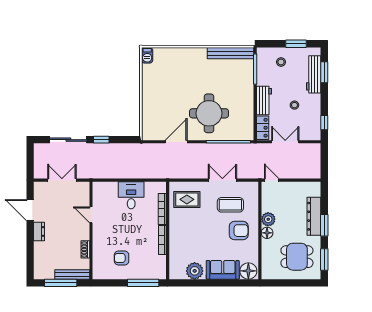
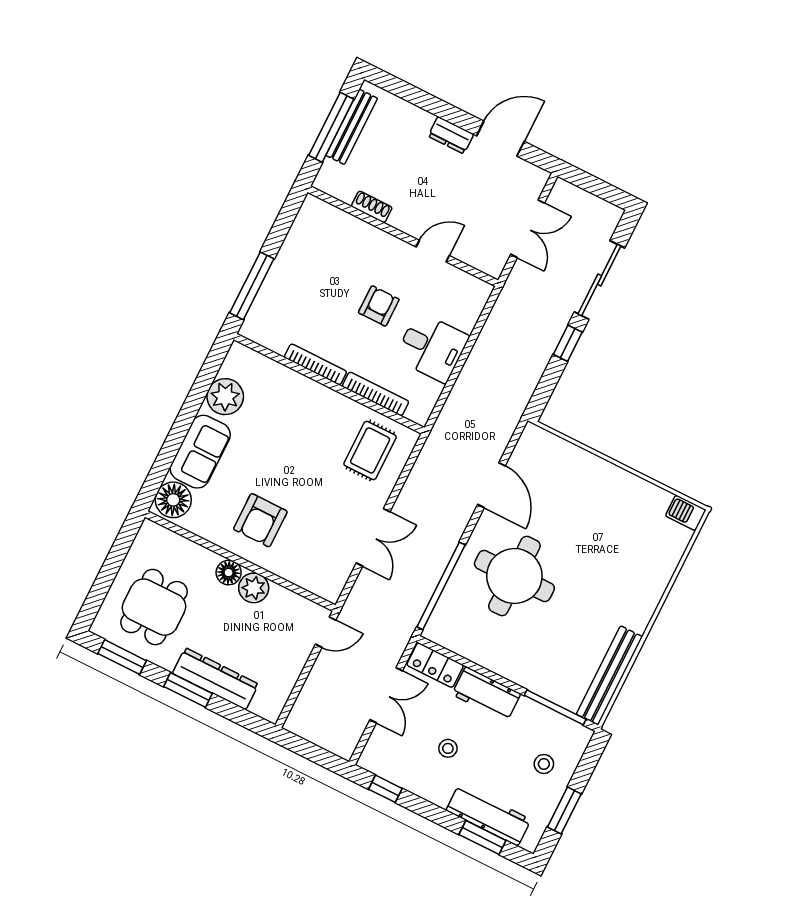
coffee table: (230, 205) -> (318, 529), removed
armchair: (122, 258) -> (379, 306), moved
bench: (72, 274) -> (352, 127), moved

